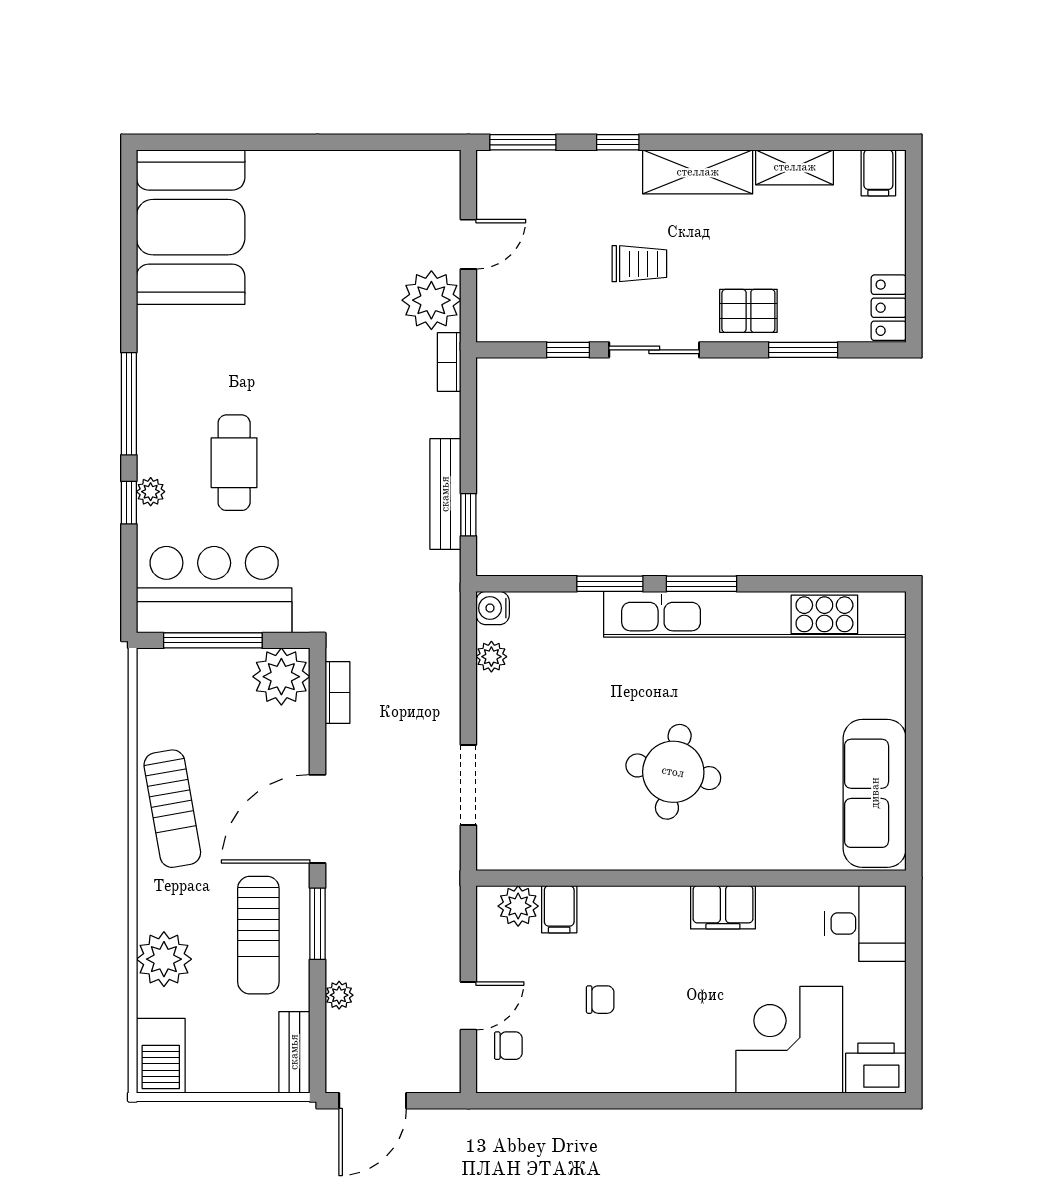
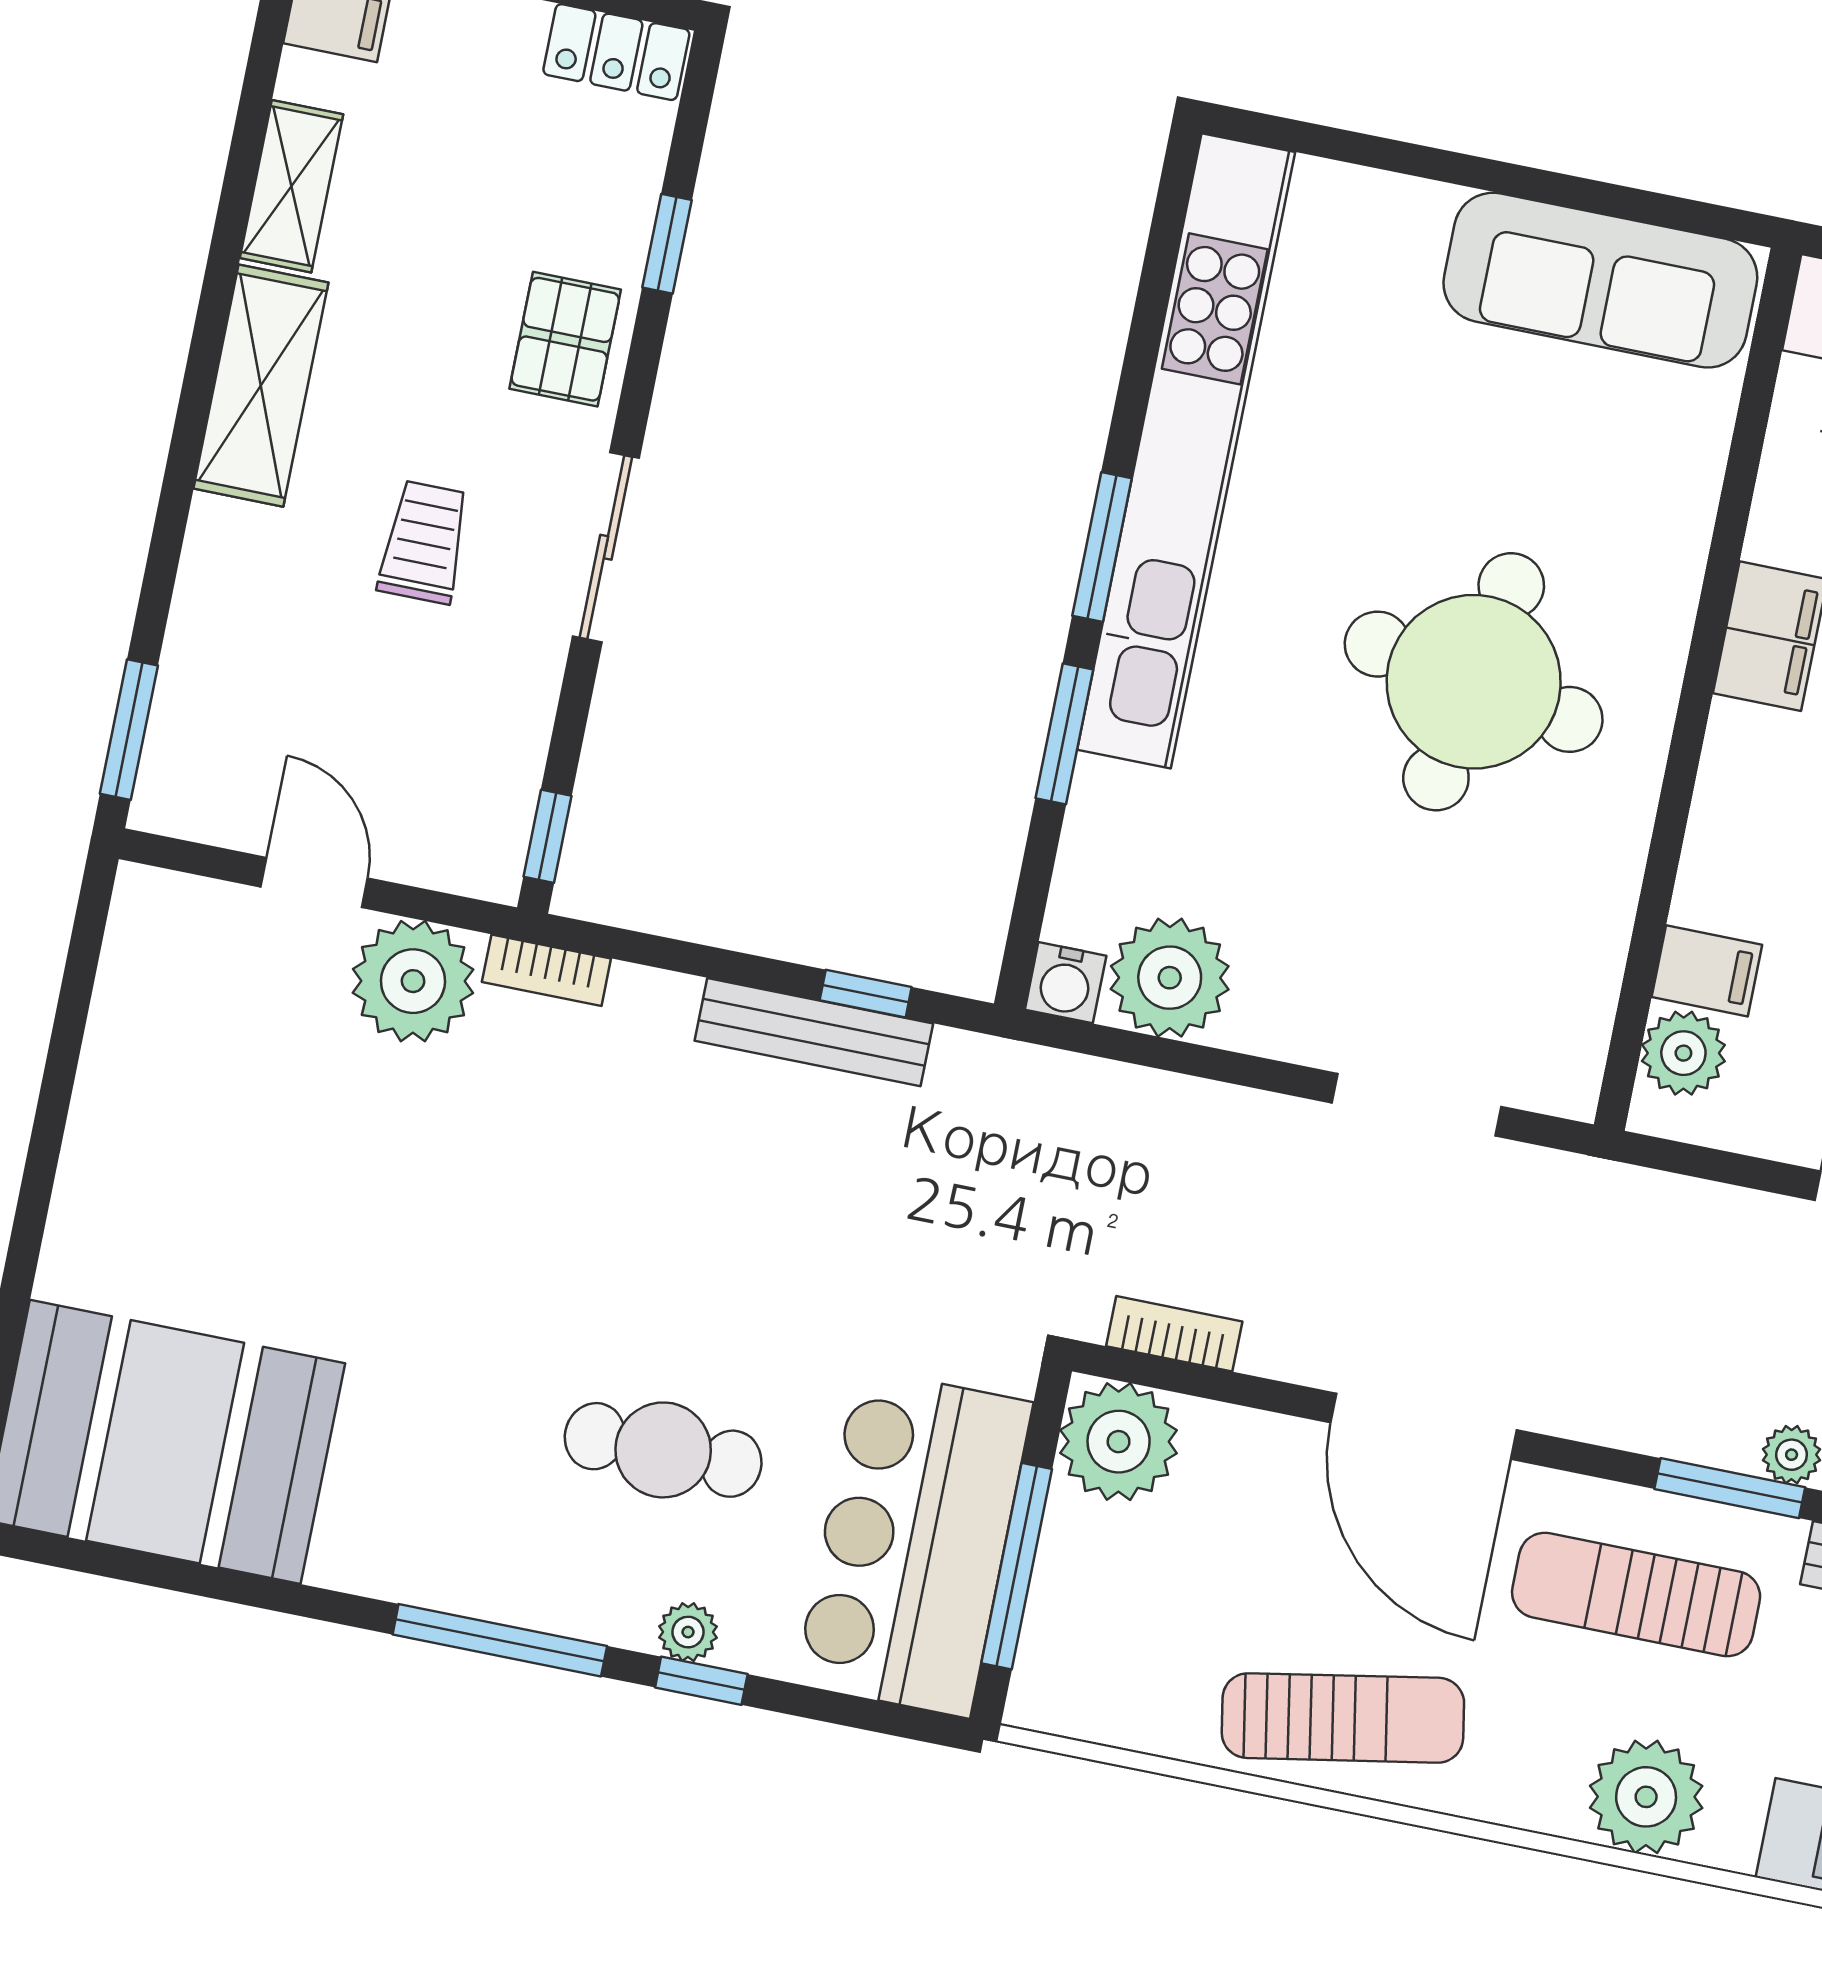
window: (618, 142) -> (168, 536), removed
window: (568, 350) -> (548, 836), moved
window: (803, 350) -> (667, 244), width x0.67
plant: (491, 657) -> (1170, 978), width x1.88, depth x1.88
round table: (673, 772) -> (1474, 682), width x1.36, depth x1.36
window: (317, 924) -> (1730, 1488), moved
sun lounger: (258, 935) -> (1636, 1595), turned 180

